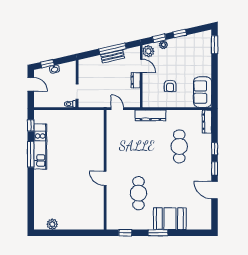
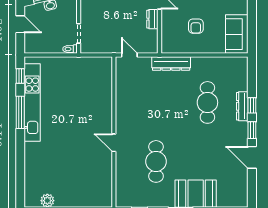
dresser: (207, 122) -> (242, 106), moved
kitchen unit: (40, 146) -> (32, 102), width x1.36

